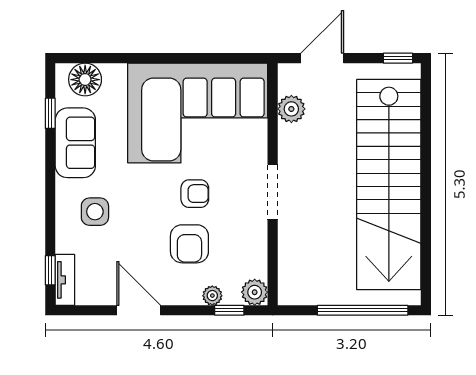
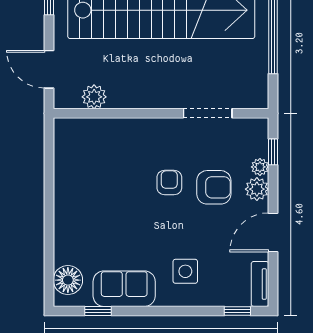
corner sofa: (198, 113) -> (98, 180), removed
doorway: (273, 192) -> (208, 113), moved
tv unit: (65, 280) -> (260, 284), moved, turned -90
plant: (255, 292) -> (257, 189), moved

